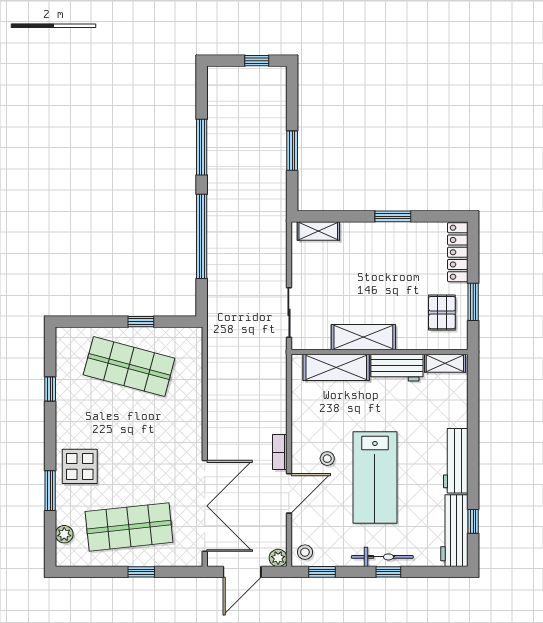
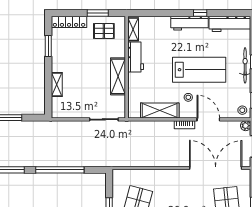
window: (393, 216) -> (48, 46), moved
shelving: (318, 231) -> (57, 85), moved
shelving: (336, 367) -> (160, 111), moved, turned 90
window: (473, 521) -> (200, 13), moved

